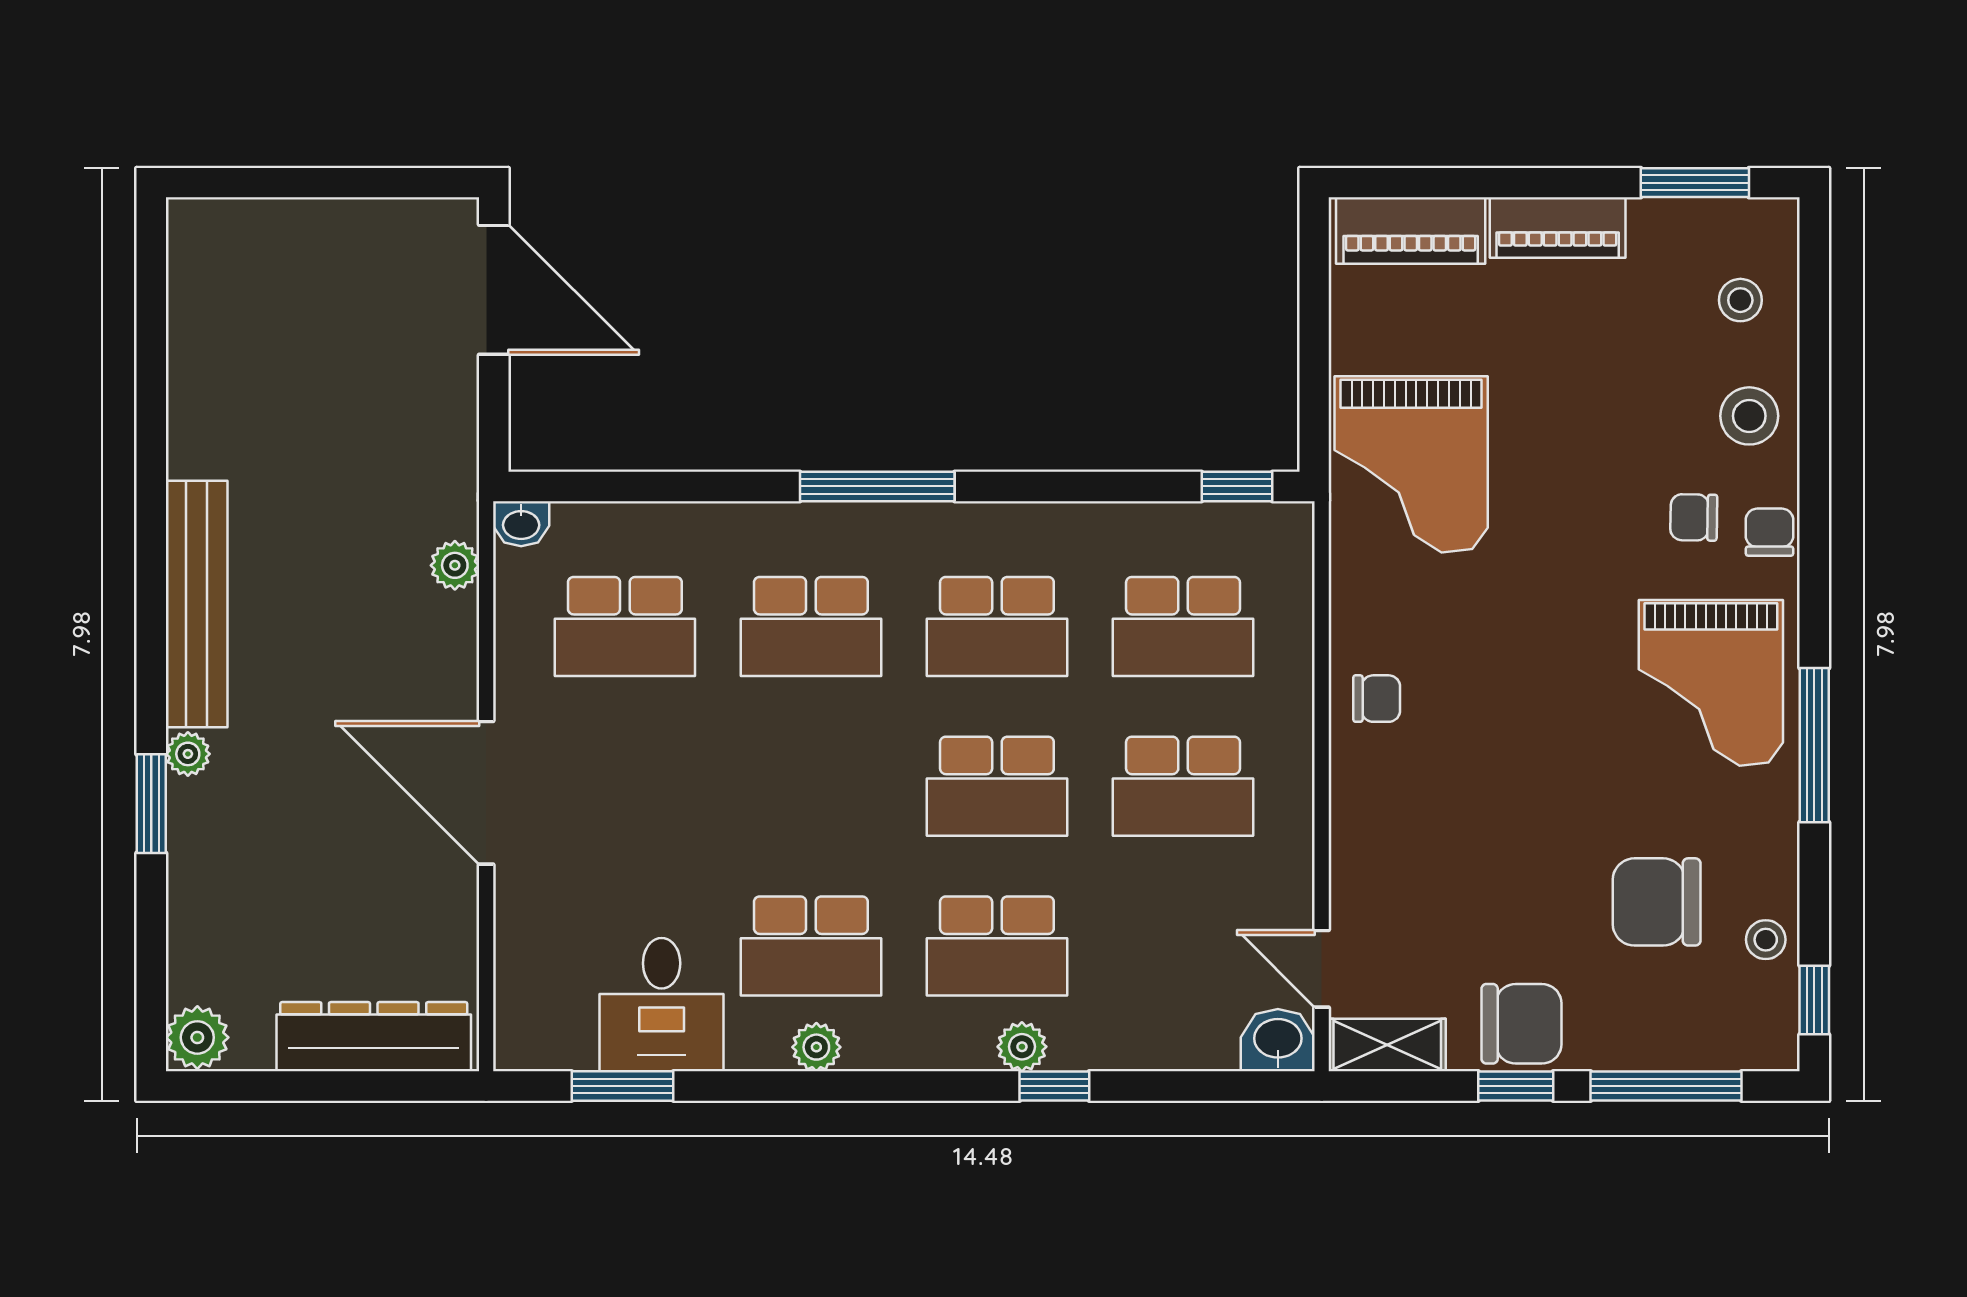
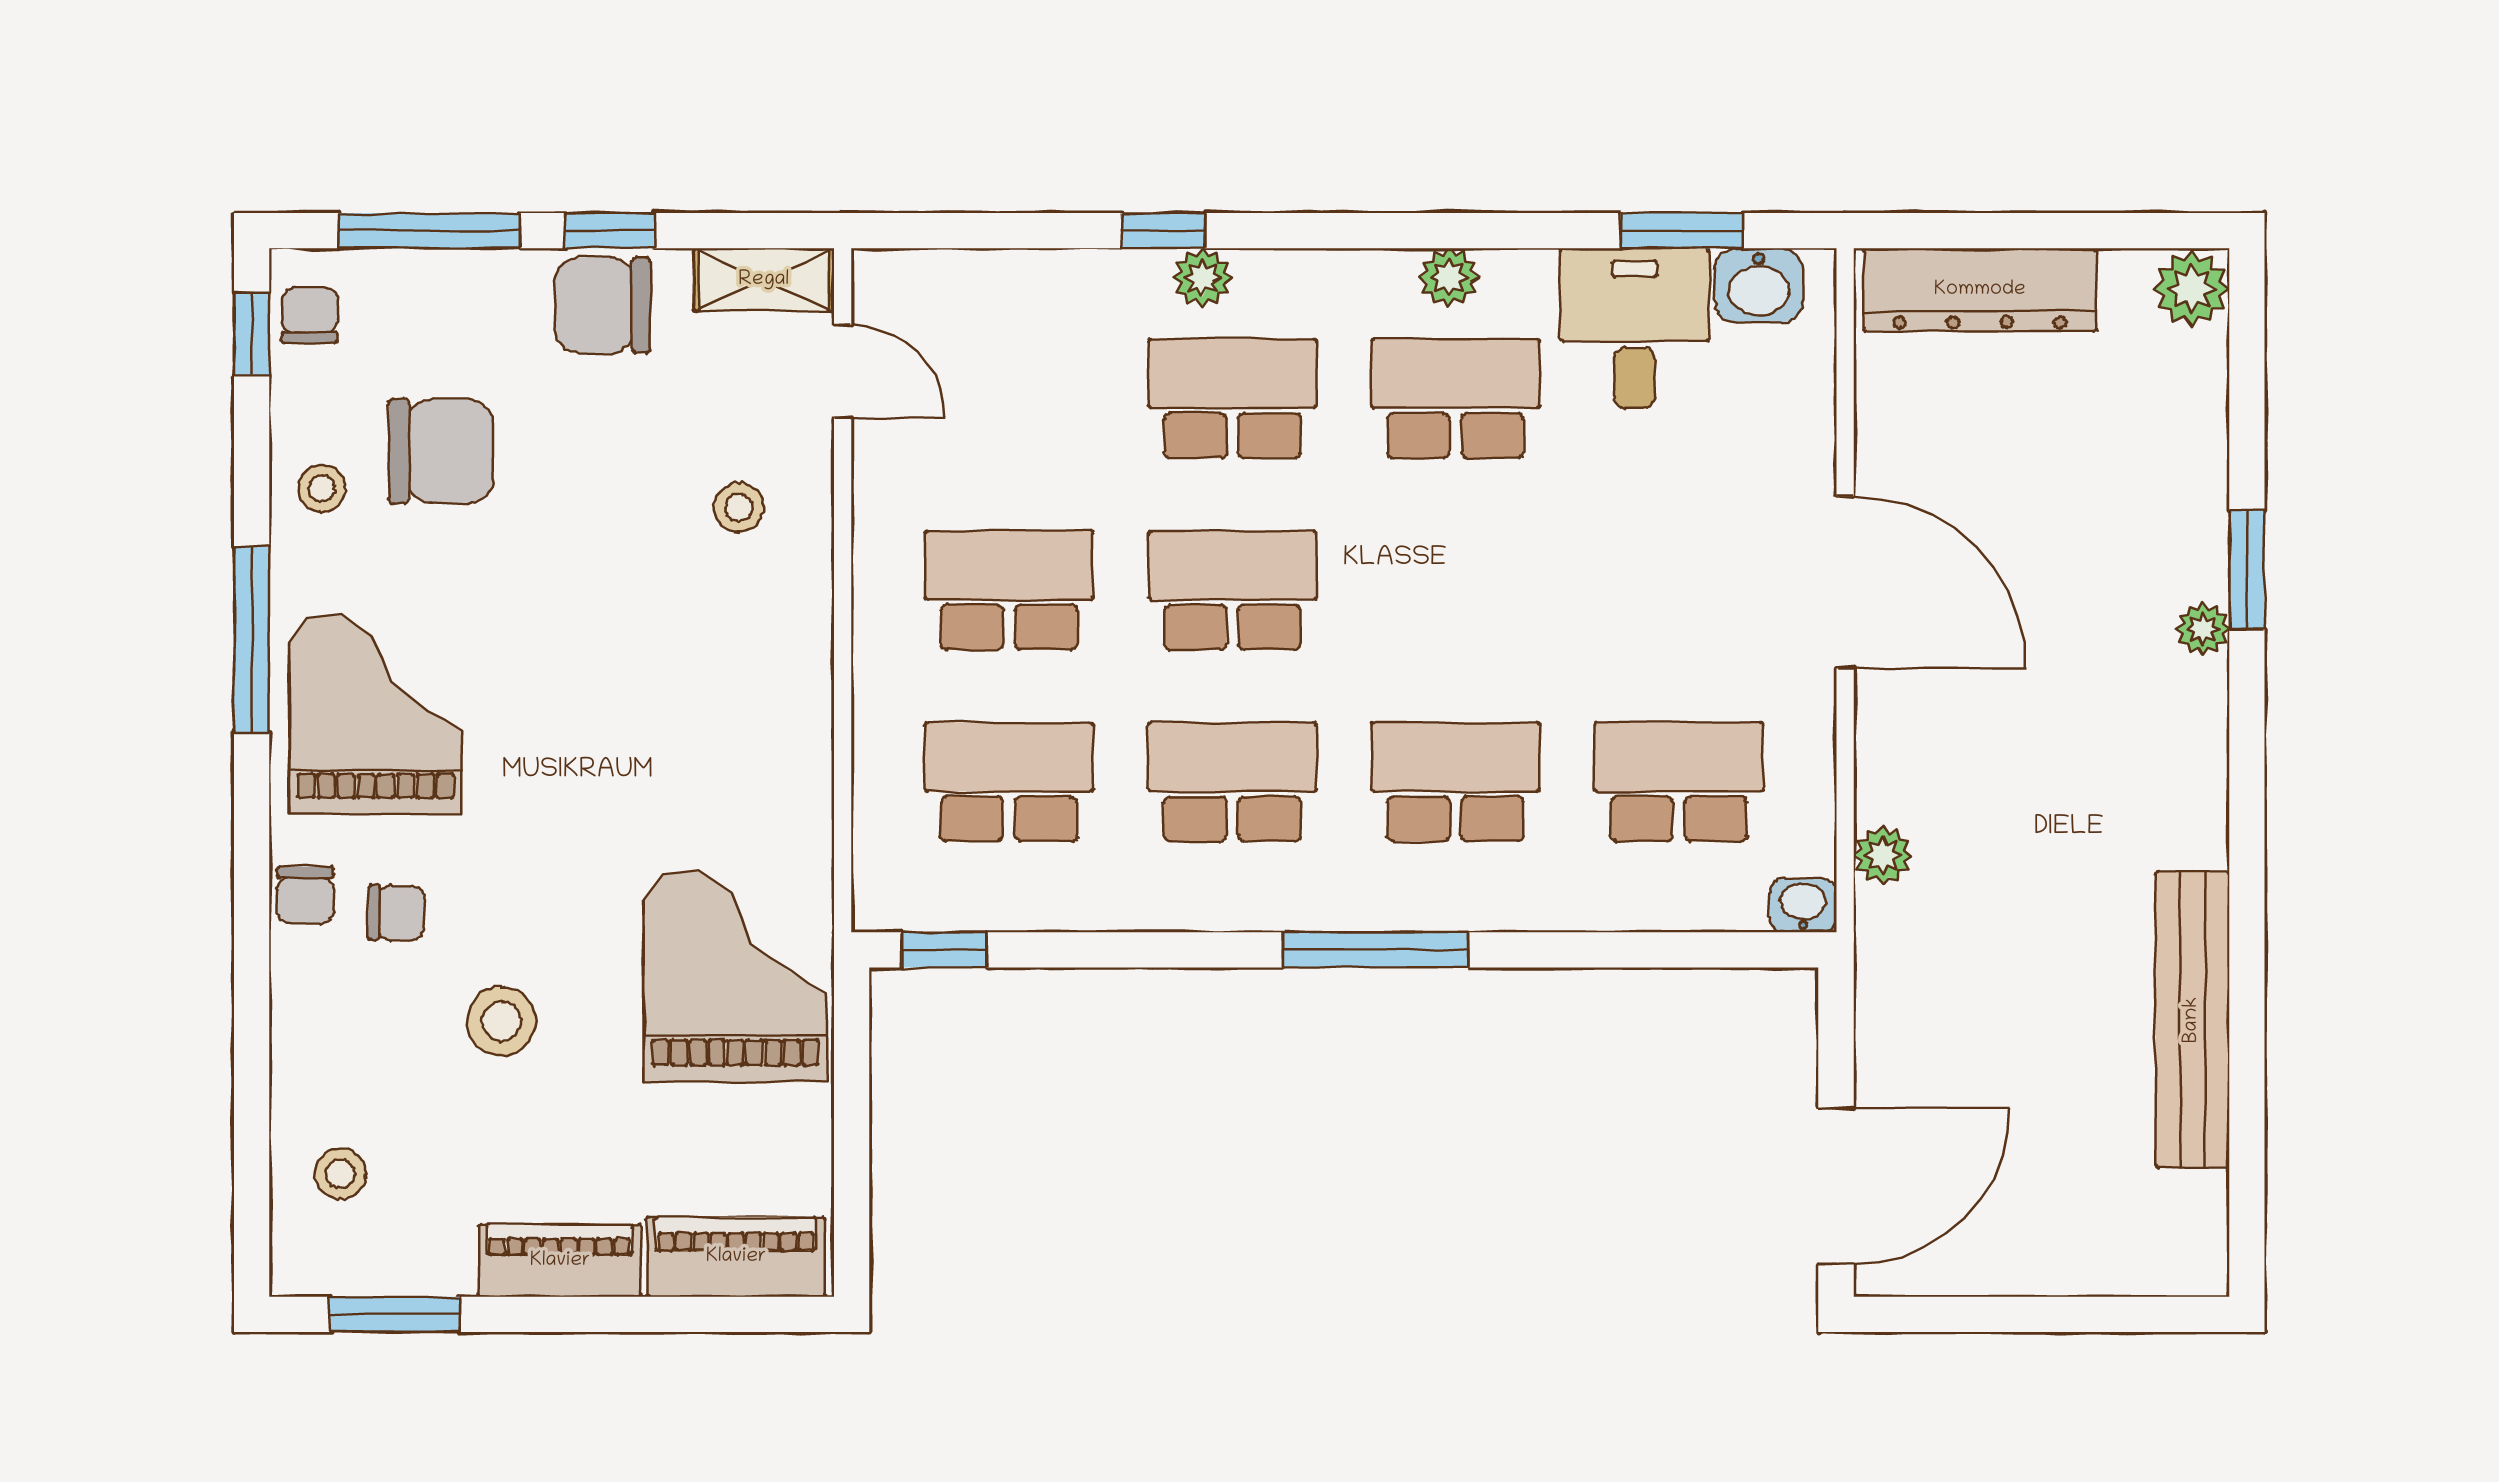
door: (494, 290) -> (1836, 1186), swing flipped
stool: (1749, 416) -> (501, 1021), moved
bench: (197, 604) -> (2192, 1020), moved
chair: (1377, 699) -> (310, 315), moved, turned 90
stool: (1408, 855) -> (739, 507), added
stool: (1766, 940) -> (322, 488), moved
washbasin: (1278, 1040) -> (1759, 286), moved

